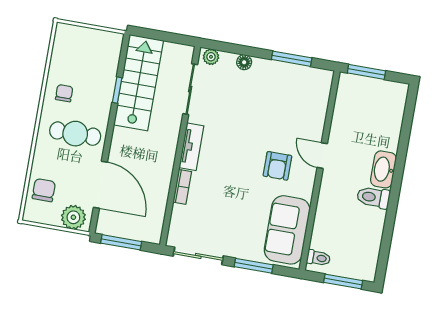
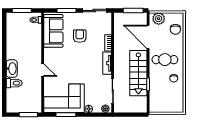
stairs: (139, 83) -> (138, 73), moved
corner sofa: (289, 92) -> (64, 98), added
armchair: (277, 166) -> (80, 36), moved
toilet: (373, 197) -> (14, 83), moved

